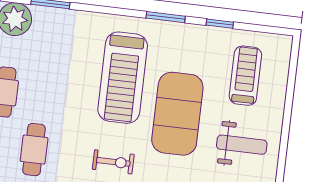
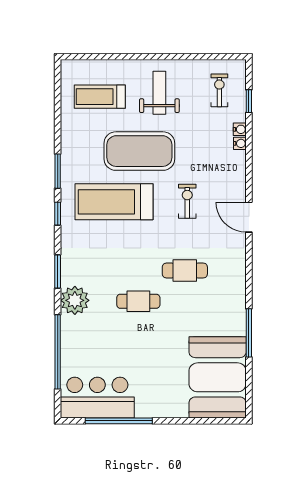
window: (220, 24) -> (58, 214), moved
treadmill: (123, 78) -> (114, 202), turned 180

